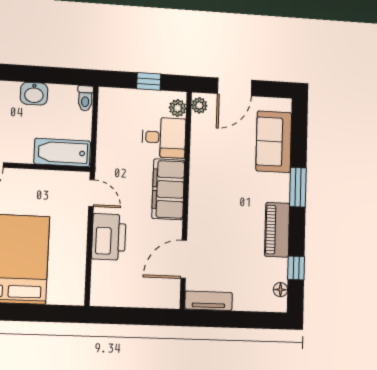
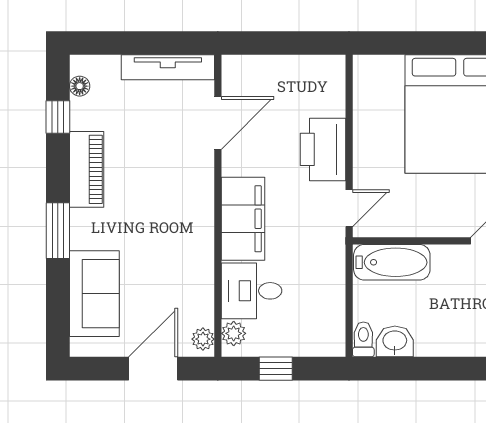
washbasin: (34, 94) -> (395, 341), moved
door: (92, 193) -> (349, 208), swing flipped
tv unit: (209, 301) -> (168, 67), width x1.41

